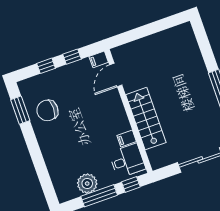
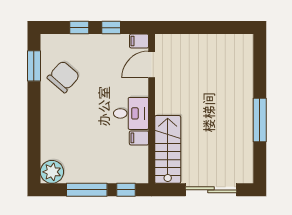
chair: (47, 110) -> (63, 77), turned 131
stairs: (146, 119) -> (168, 149), moved
desk: (127, 161) -> (131, 113), moved
plant: (87, 183) -> (52, 172), moved

